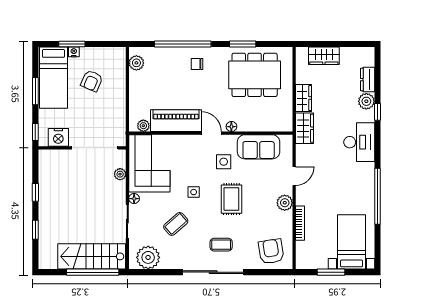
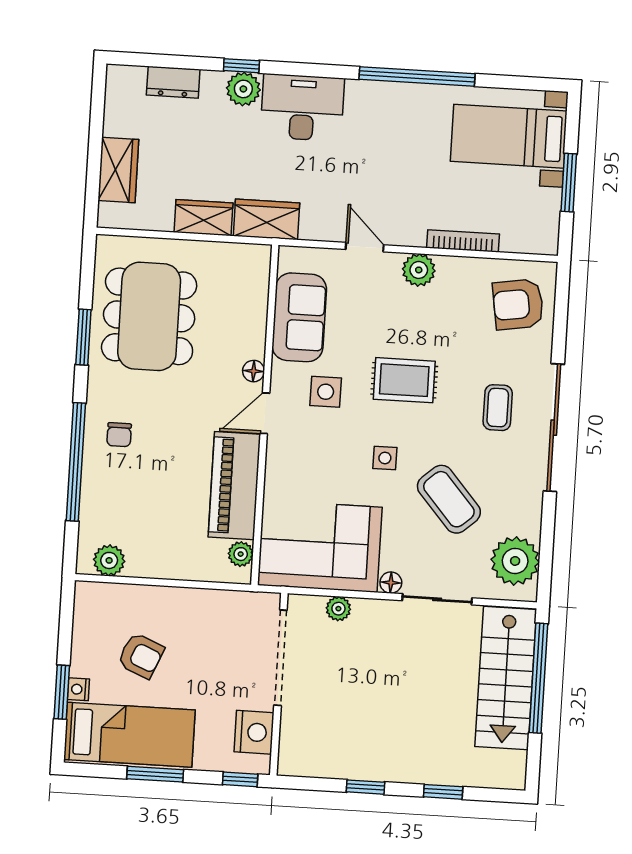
plant: (366, 101) -> (243, 89), moved
coffee table: (176, 224) -> (449, 499), width x1.36, depth x1.30

